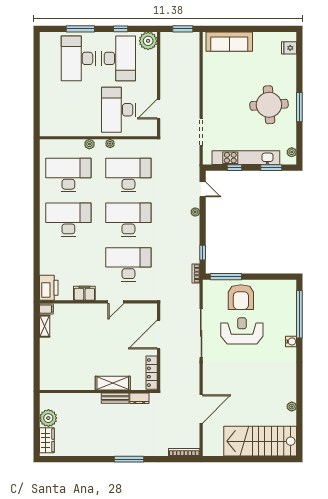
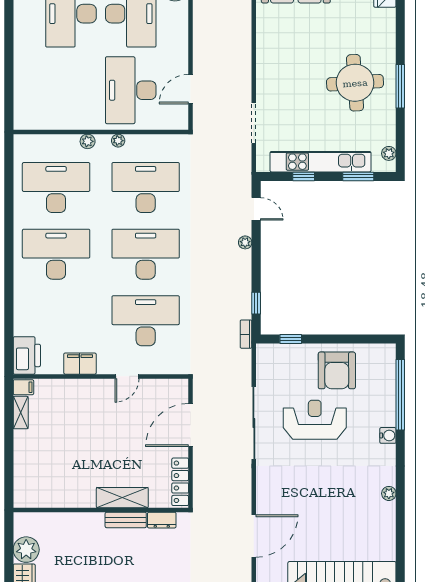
window: (226, 277) -> (291, 339), width x0.46
armchair: (241, 297) -> (337, 370), moved
plant: (292, 407) -> (389, 493), moved

